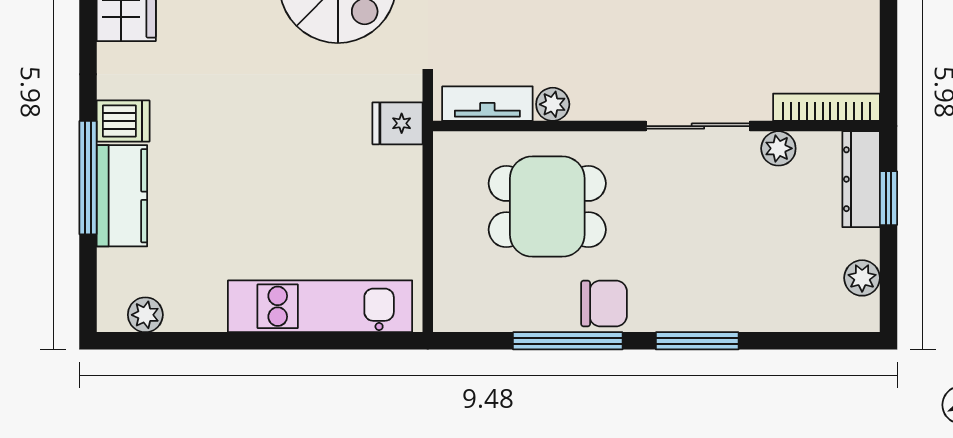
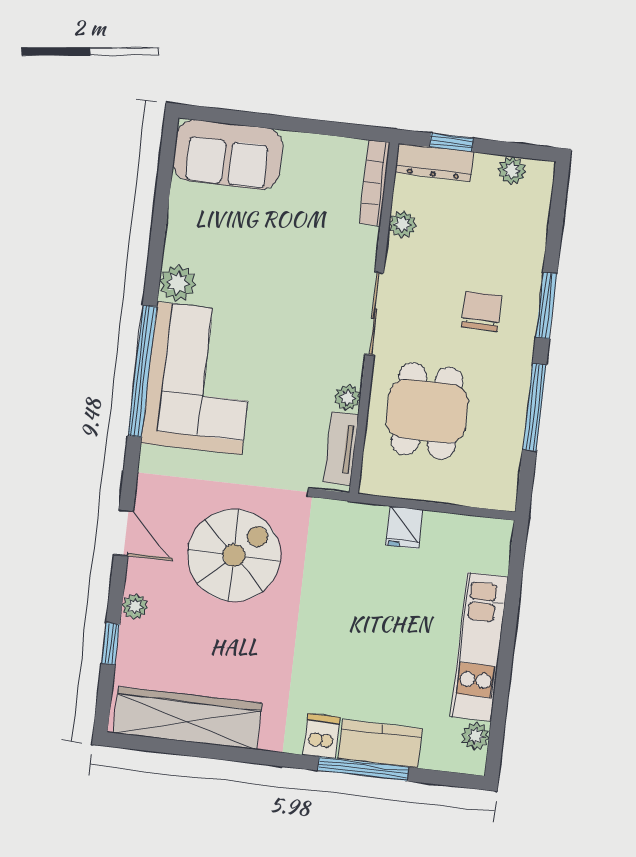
fridge: (398, 123) -> (404, 527), moved
sliding door: (698, 126) -> (374, 314), moved
chair: (604, 303) -> (481, 311), moved
kitchen unit: (320, 306) -> (479, 647), moved

